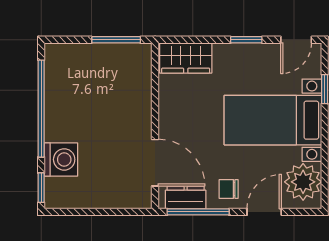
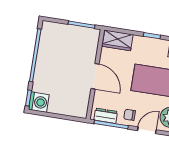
washing machine: (61, 159) -> (39, 102), moved
door: (155, 163) -> (95, 76), moved

